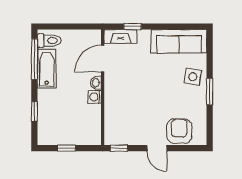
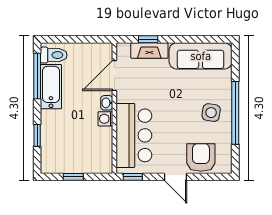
fireplace: (121, 36) -> (149, 50), moved
side table: (193, 77) -> (211, 113), moved
window: (210, 92) -> (235, 113), width x2.11
bar counter: (120, 112) -> (134, 135), added

